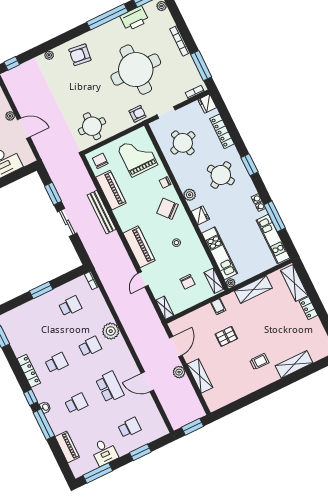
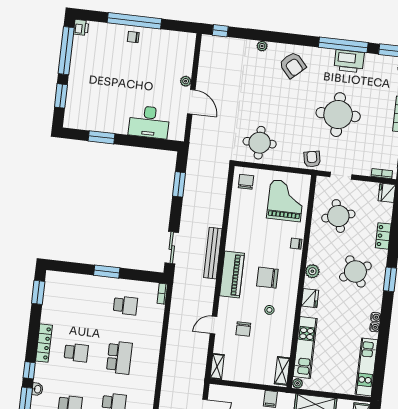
printer: (134, 18) -> (349, 61), moved
armchair: (80, 55) -> (293, 65), turned -139
round table: (136, 70) -> (338, 115), width x0.73, depth x0.73
armchair: (138, 114) -> (312, 159), turned -101
locker: (222, 131) -> (383, 236), width x0.66
piano: (111, 190) -> (238, 217), removed
chair: (168, 209) -> (267, 278), moved, turned -49
bench: (102, 212) -> (213, 253), moved
window: (275, 216) -> (382, 346), removed
sliding door: (67, 222) -> (172, 248), moved
piano: (139, 247) -> (232, 275), moved
chair: (187, 282) -> (243, 329), moved
plant: (111, 331) -> (149, 355), removed
school desk: (90, 346) -> (119, 358), width x1.85

